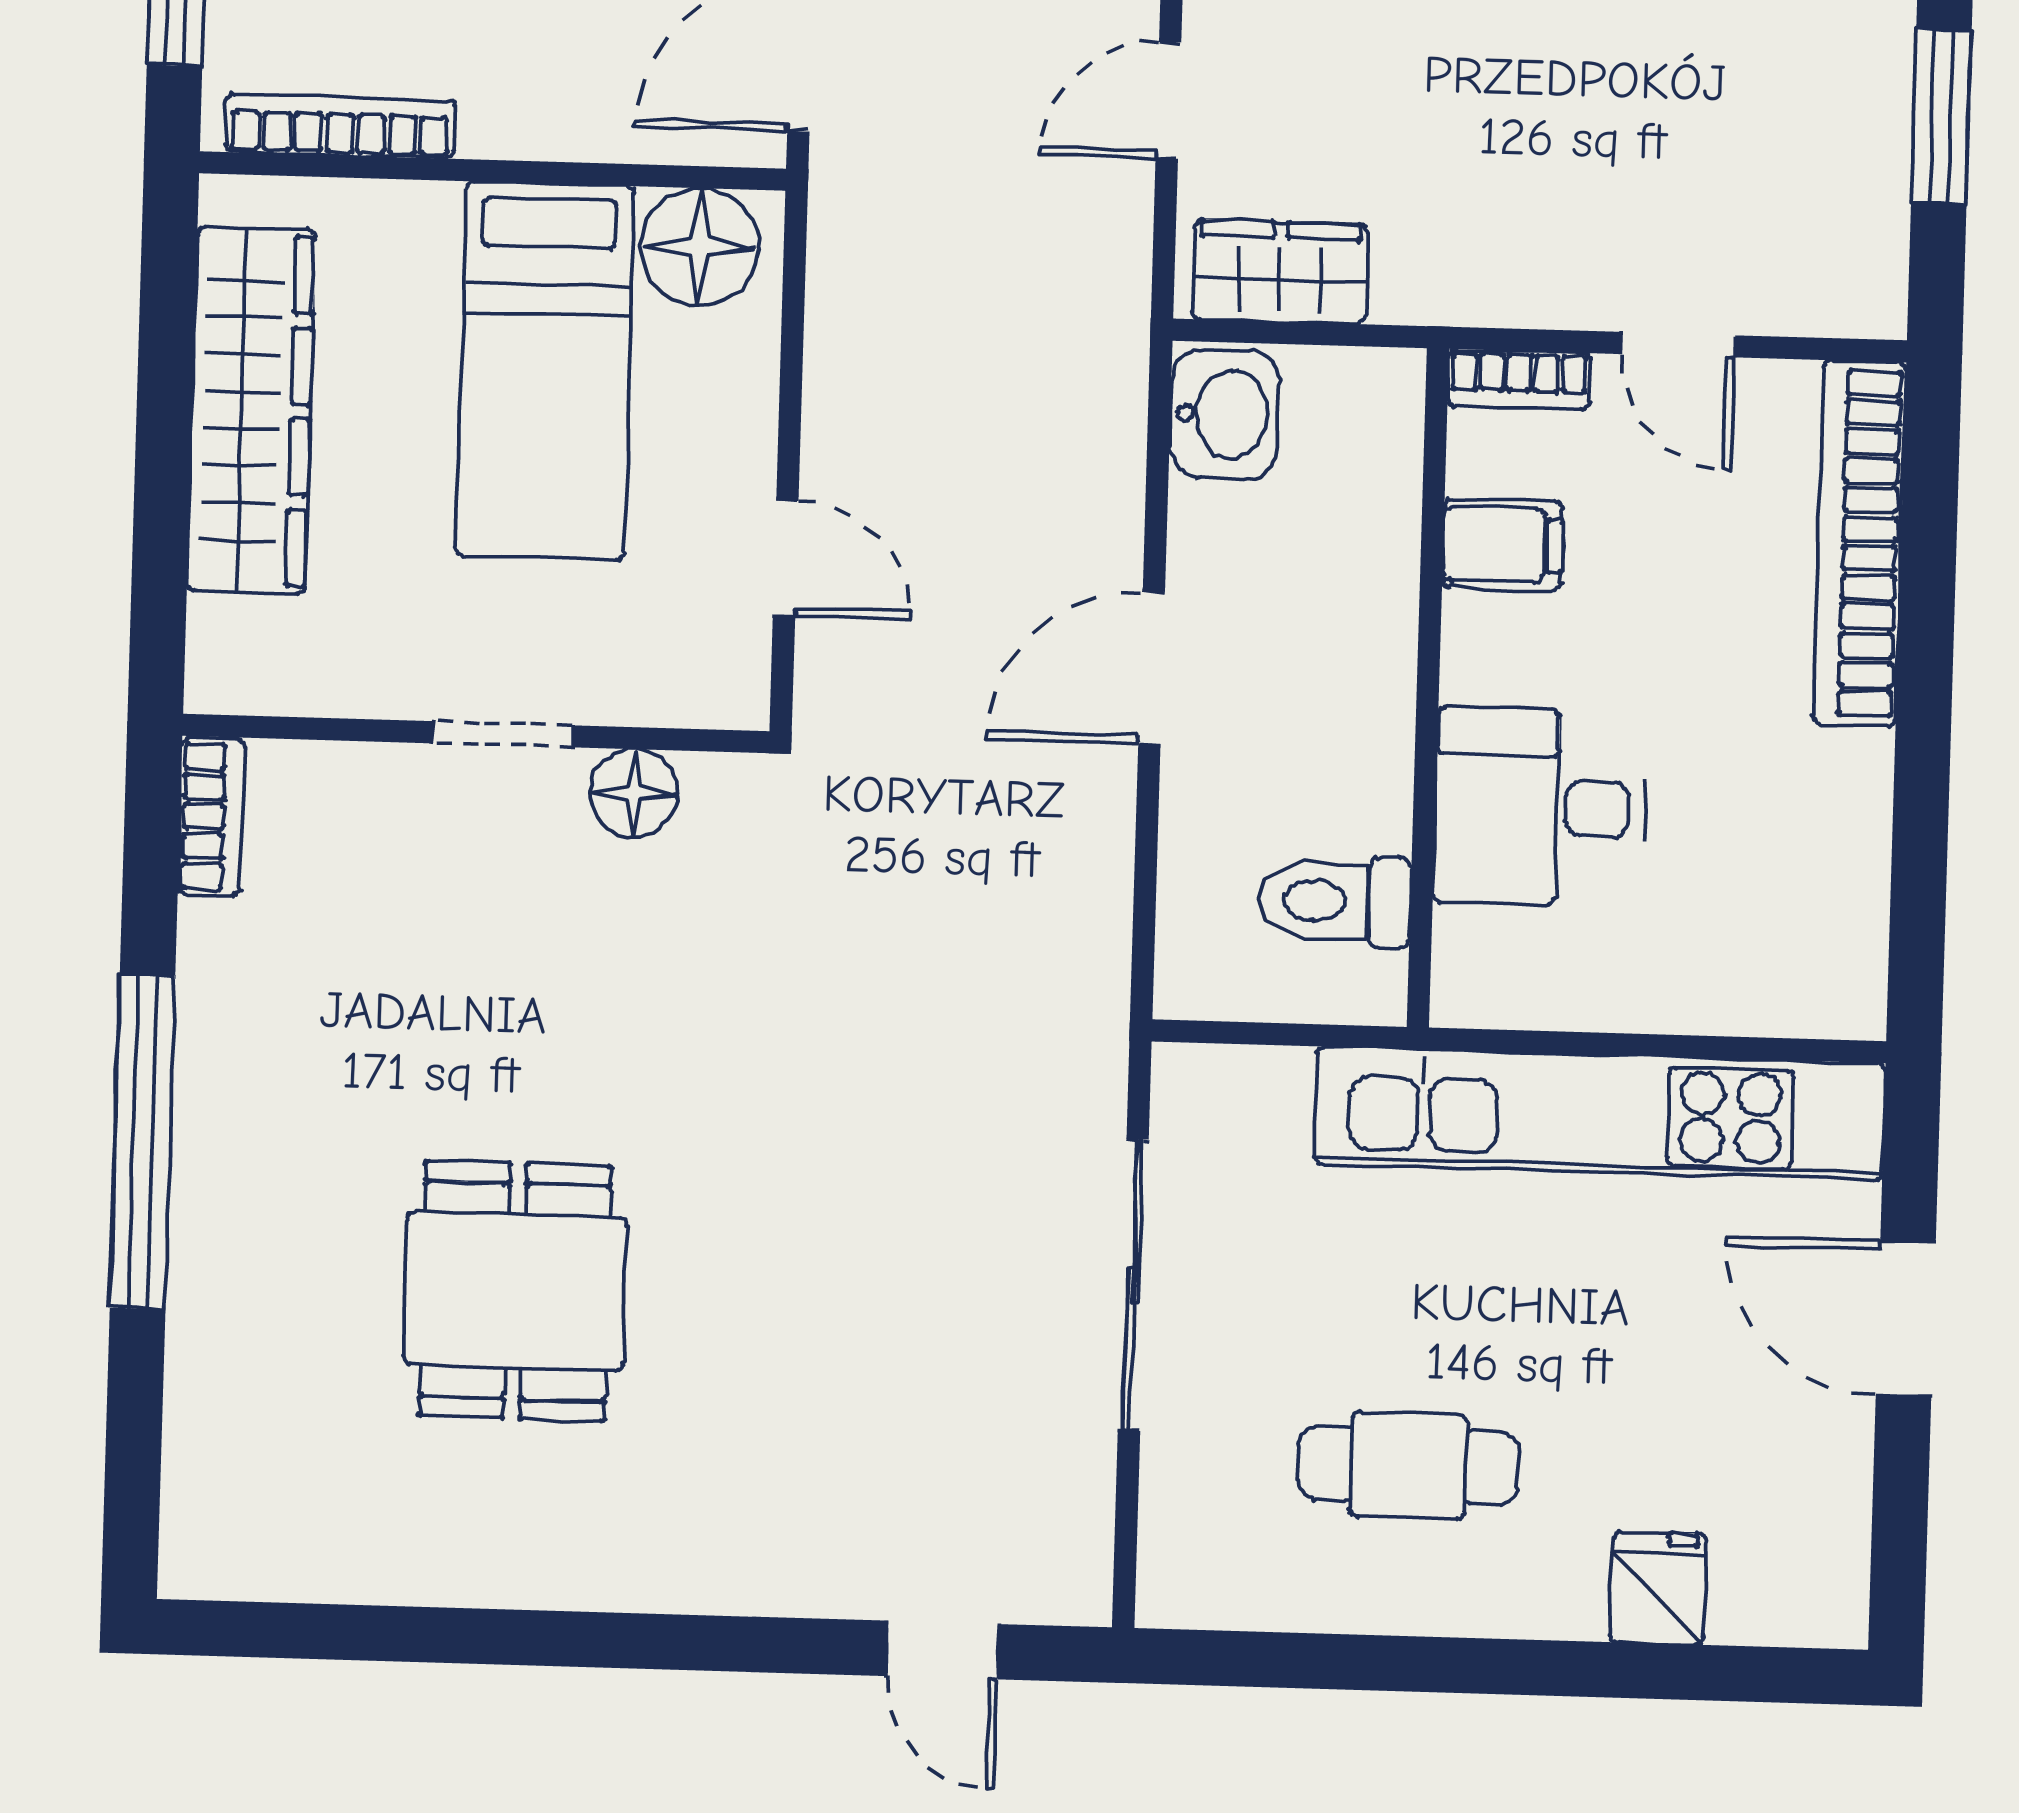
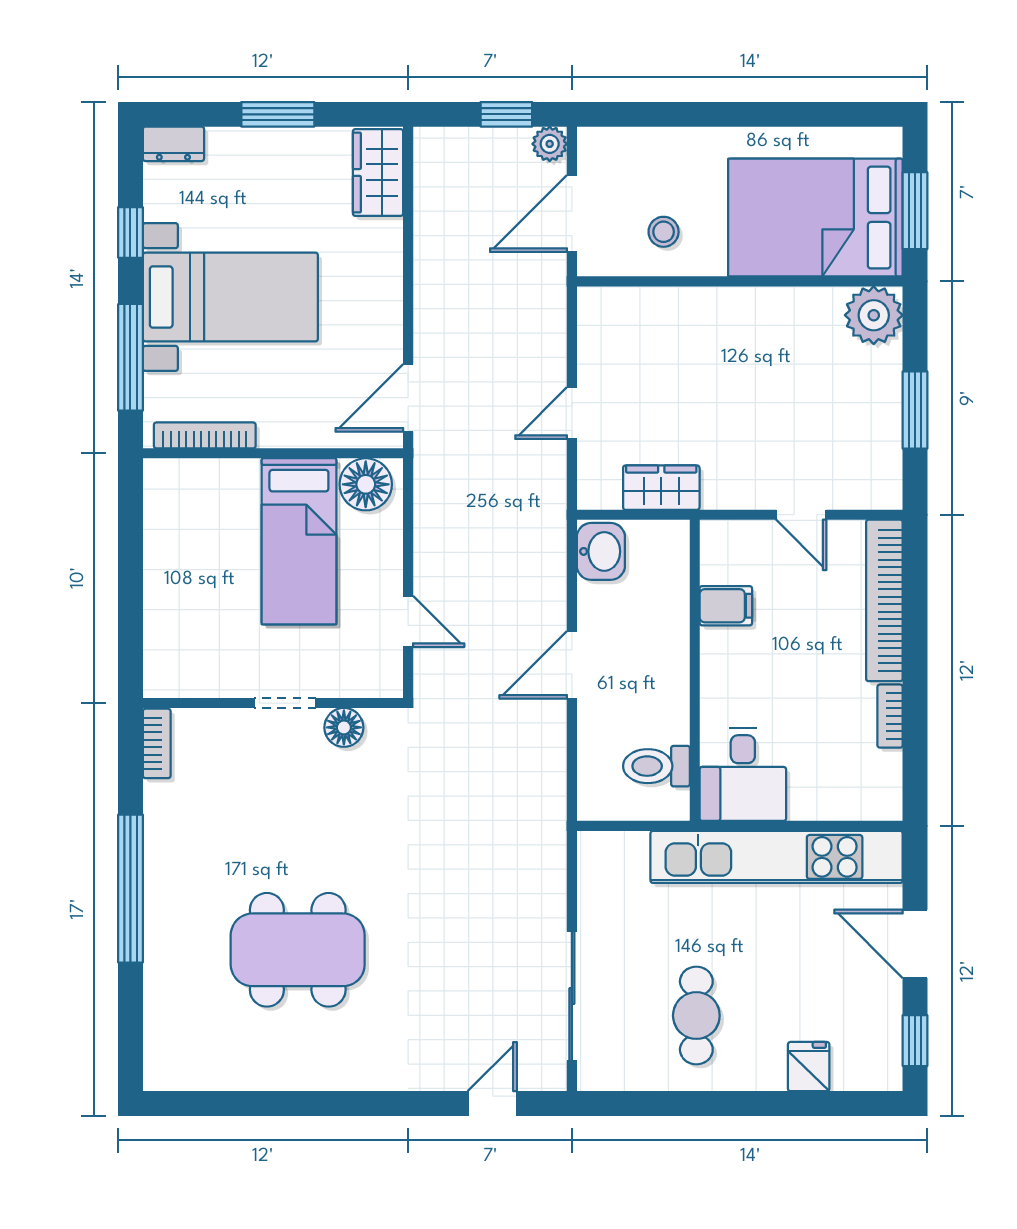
wardrobe: (1280, 272) -> (661, 488), moved
bookcase: (1519, 379) -> (890, 716), moved, turned 90
wardrobe: (251, 410) -> (169, 563), removed
desk: (1541, 807) -> (743, 774), moved, turned -90
sliding door: (1133, 1285) -> (572, 996), moved
dining table: (515, 1291) -> (298, 950), width x1.38
cafe table: (1409, 1466) -> (696, 1016), turned 90
window: (1899, 1536) -> (915, 1041), added
door: (943, 1650) -> (492, 1104), swing flipped

